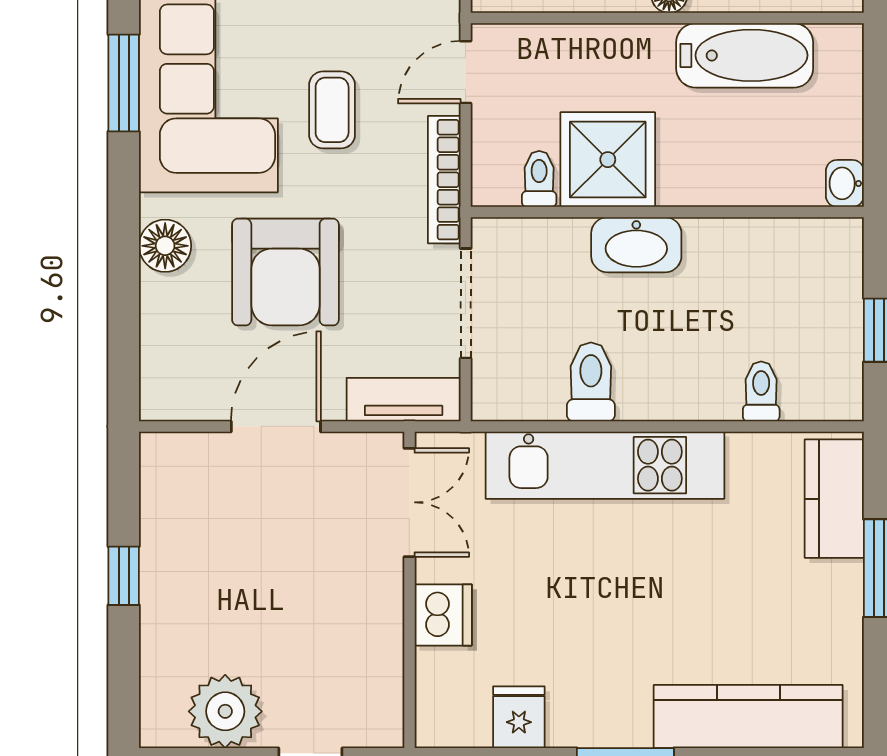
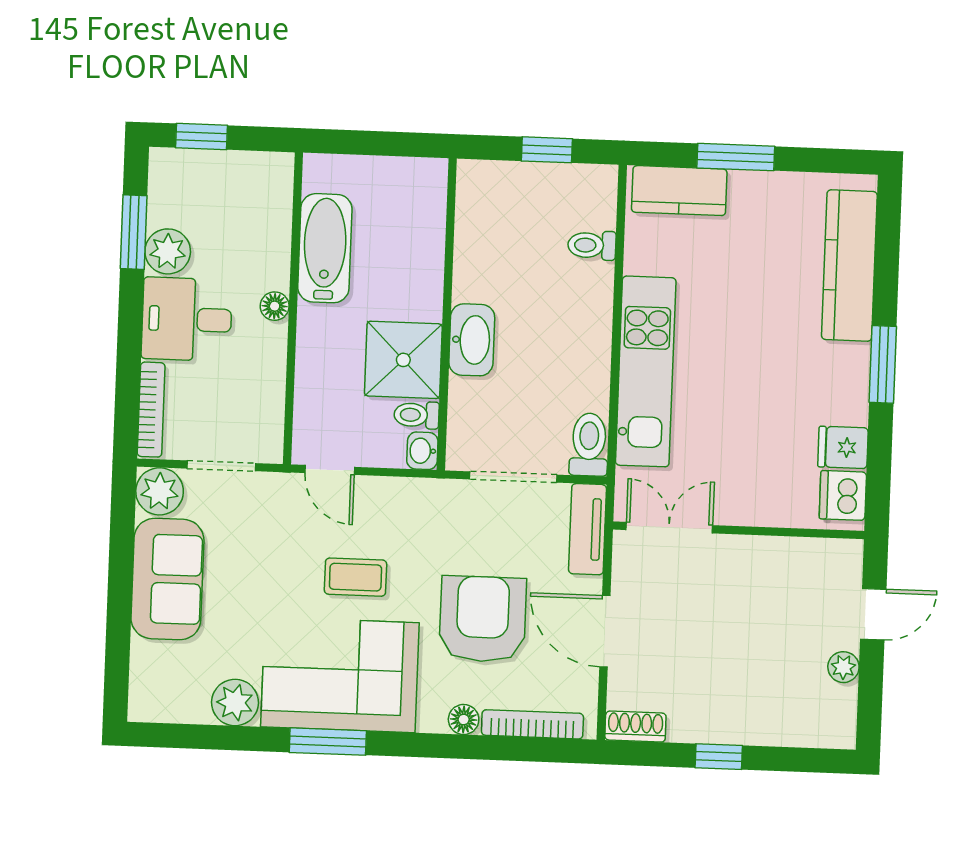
bookcase: (444, 180) -> (532, 724), moved, turned 180
washbasin: (845, 183) -> (422, 451), moved, turned 90
floor lamp: (165, 246) -> (464, 720), width x0.73, depth x0.73
armchair: (285, 272) -> (483, 619), turned -90
toilet: (591, 382) -> (589, 445), moved, turned 90
shoe rack: (157, 470) -> (635, 727), added
dishwasher: (443, 615) -> (843, 495), moved, turned -90
plant: (225, 711) -> (843, 667), width x0.53, depth x0.53

